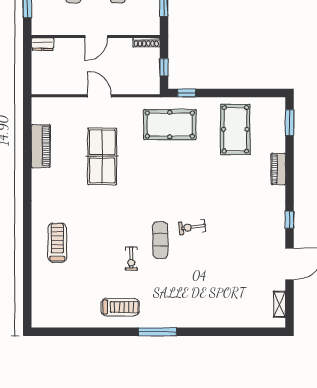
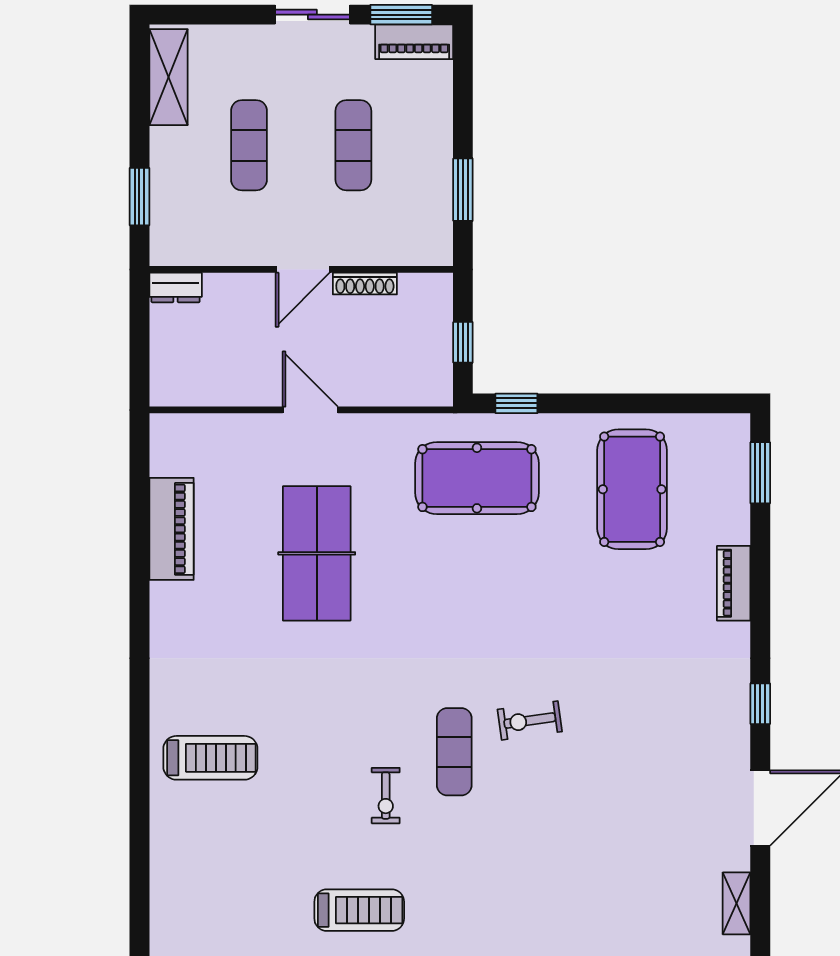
shoe rack: (146, 42) -> (365, 284), moved
treadmill: (57, 243) -> (210, 758), turned 90

